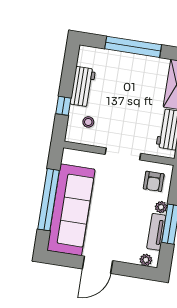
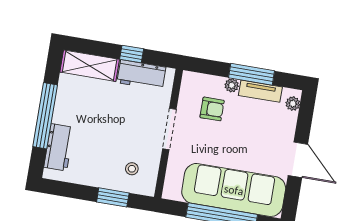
workbench: (83, 87) -> (59, 147), moved, turned 90
window: (63, 106) -> (113, 197), width x1.50
armchair: (154, 181) -> (212, 109), moved

